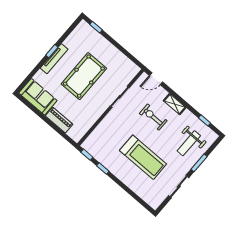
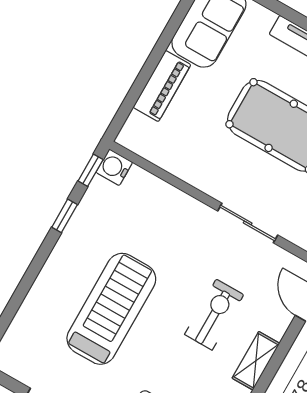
water cooler: (87, 145) -> (114, 167), added
treadmill: (143, 157) -> (111, 309), turned 180

